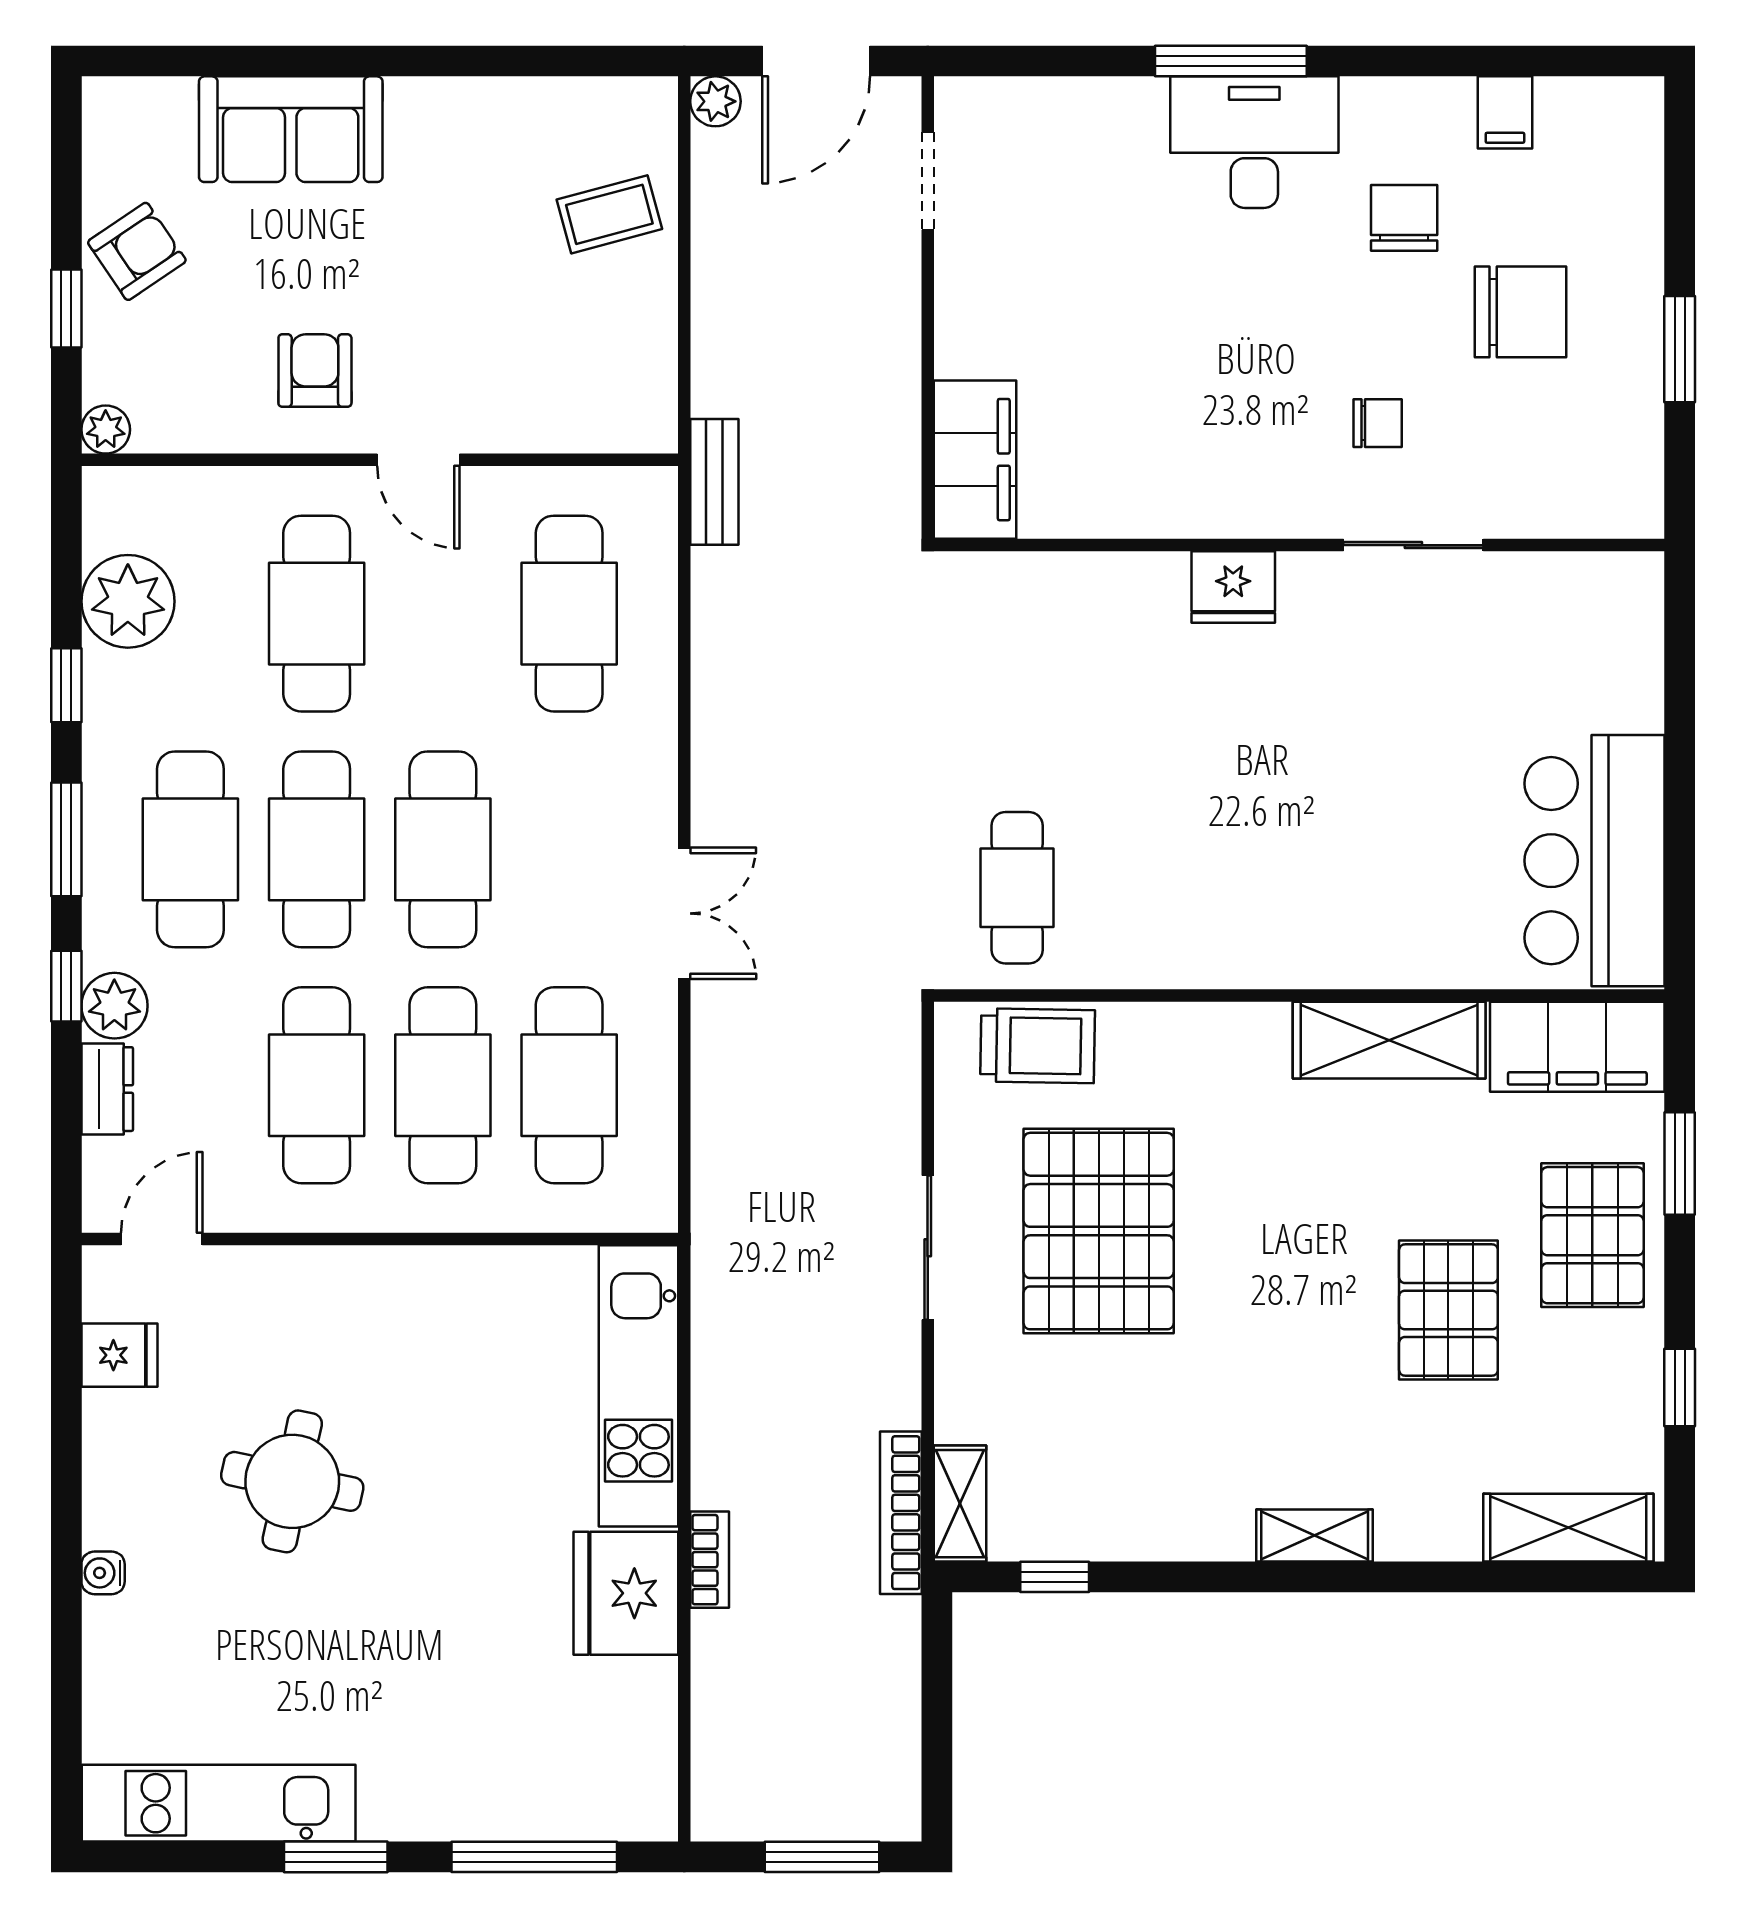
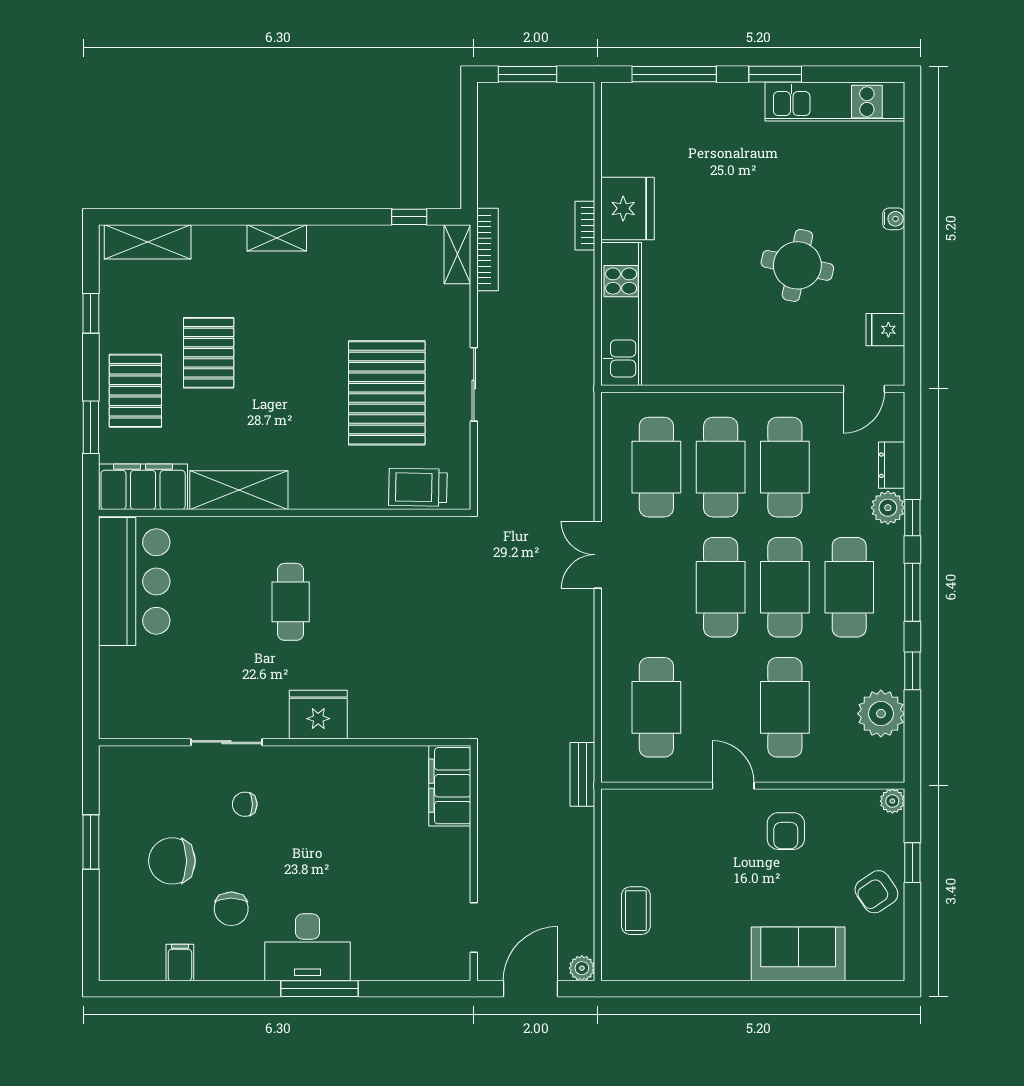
coffee table: (609, 214) -> (636, 911), turned -75
fridge: (1233, 587) -> (318, 715), width x1.36, depth x1.34
cafe table: (1017, 888) -> (291, 602), moved

